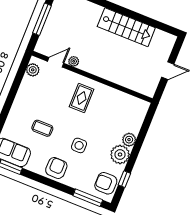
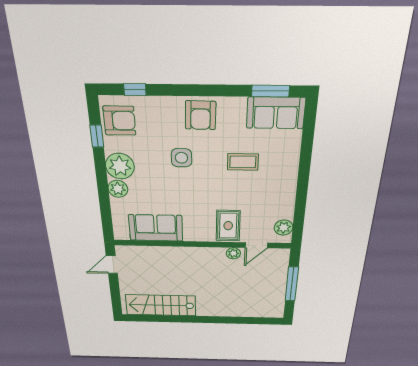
stairs: (126, 27) -> (161, 305), moved
door: (168, 71) -> (112, 265), moved
rug: (82, 98) -> (228, 226), moved
sofa: (118, 102) -> (156, 228), added
window: (88, 198) -> (135, 90), width x0.46

